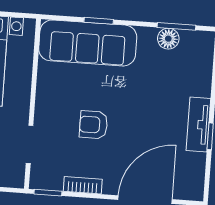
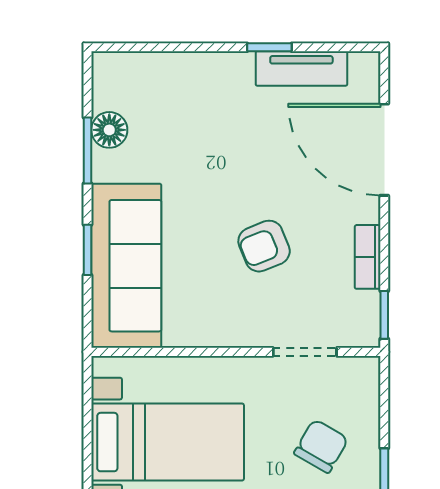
window: (176, 26) -> (87, 151), moved
armchair: (94, 125) -> (264, 246), turned 68
tv unit: (198, 125) -> (301, 69), moved

